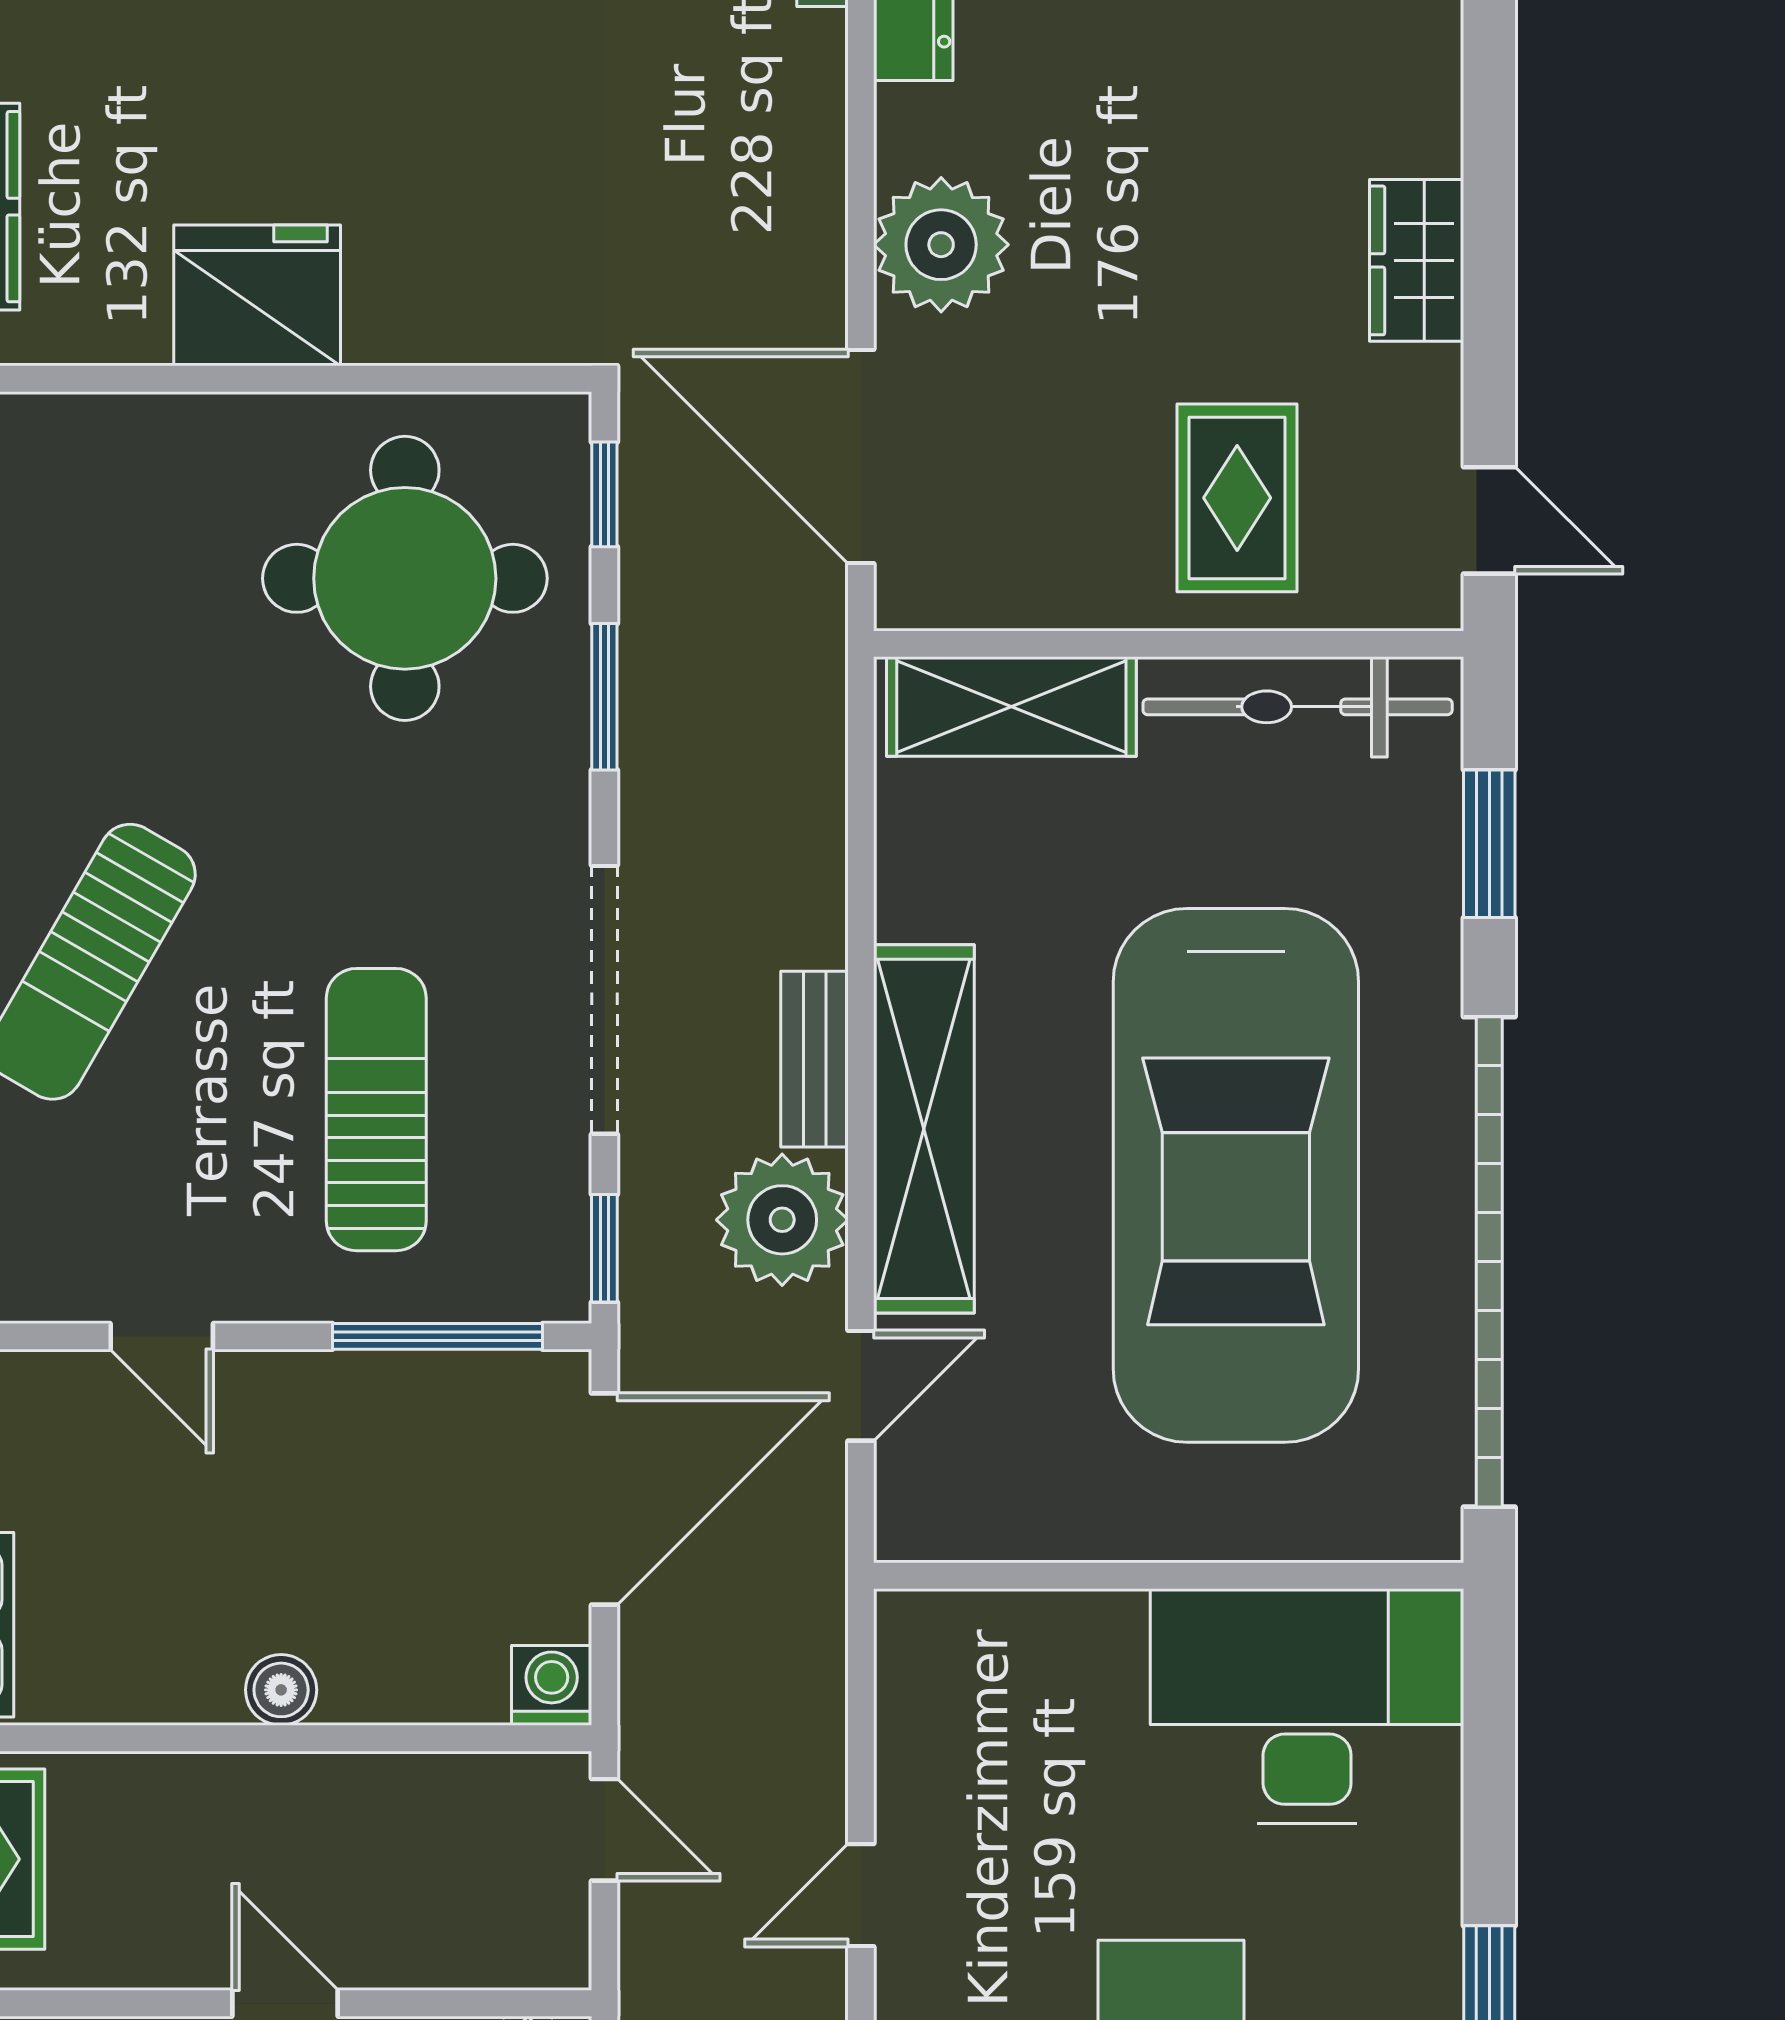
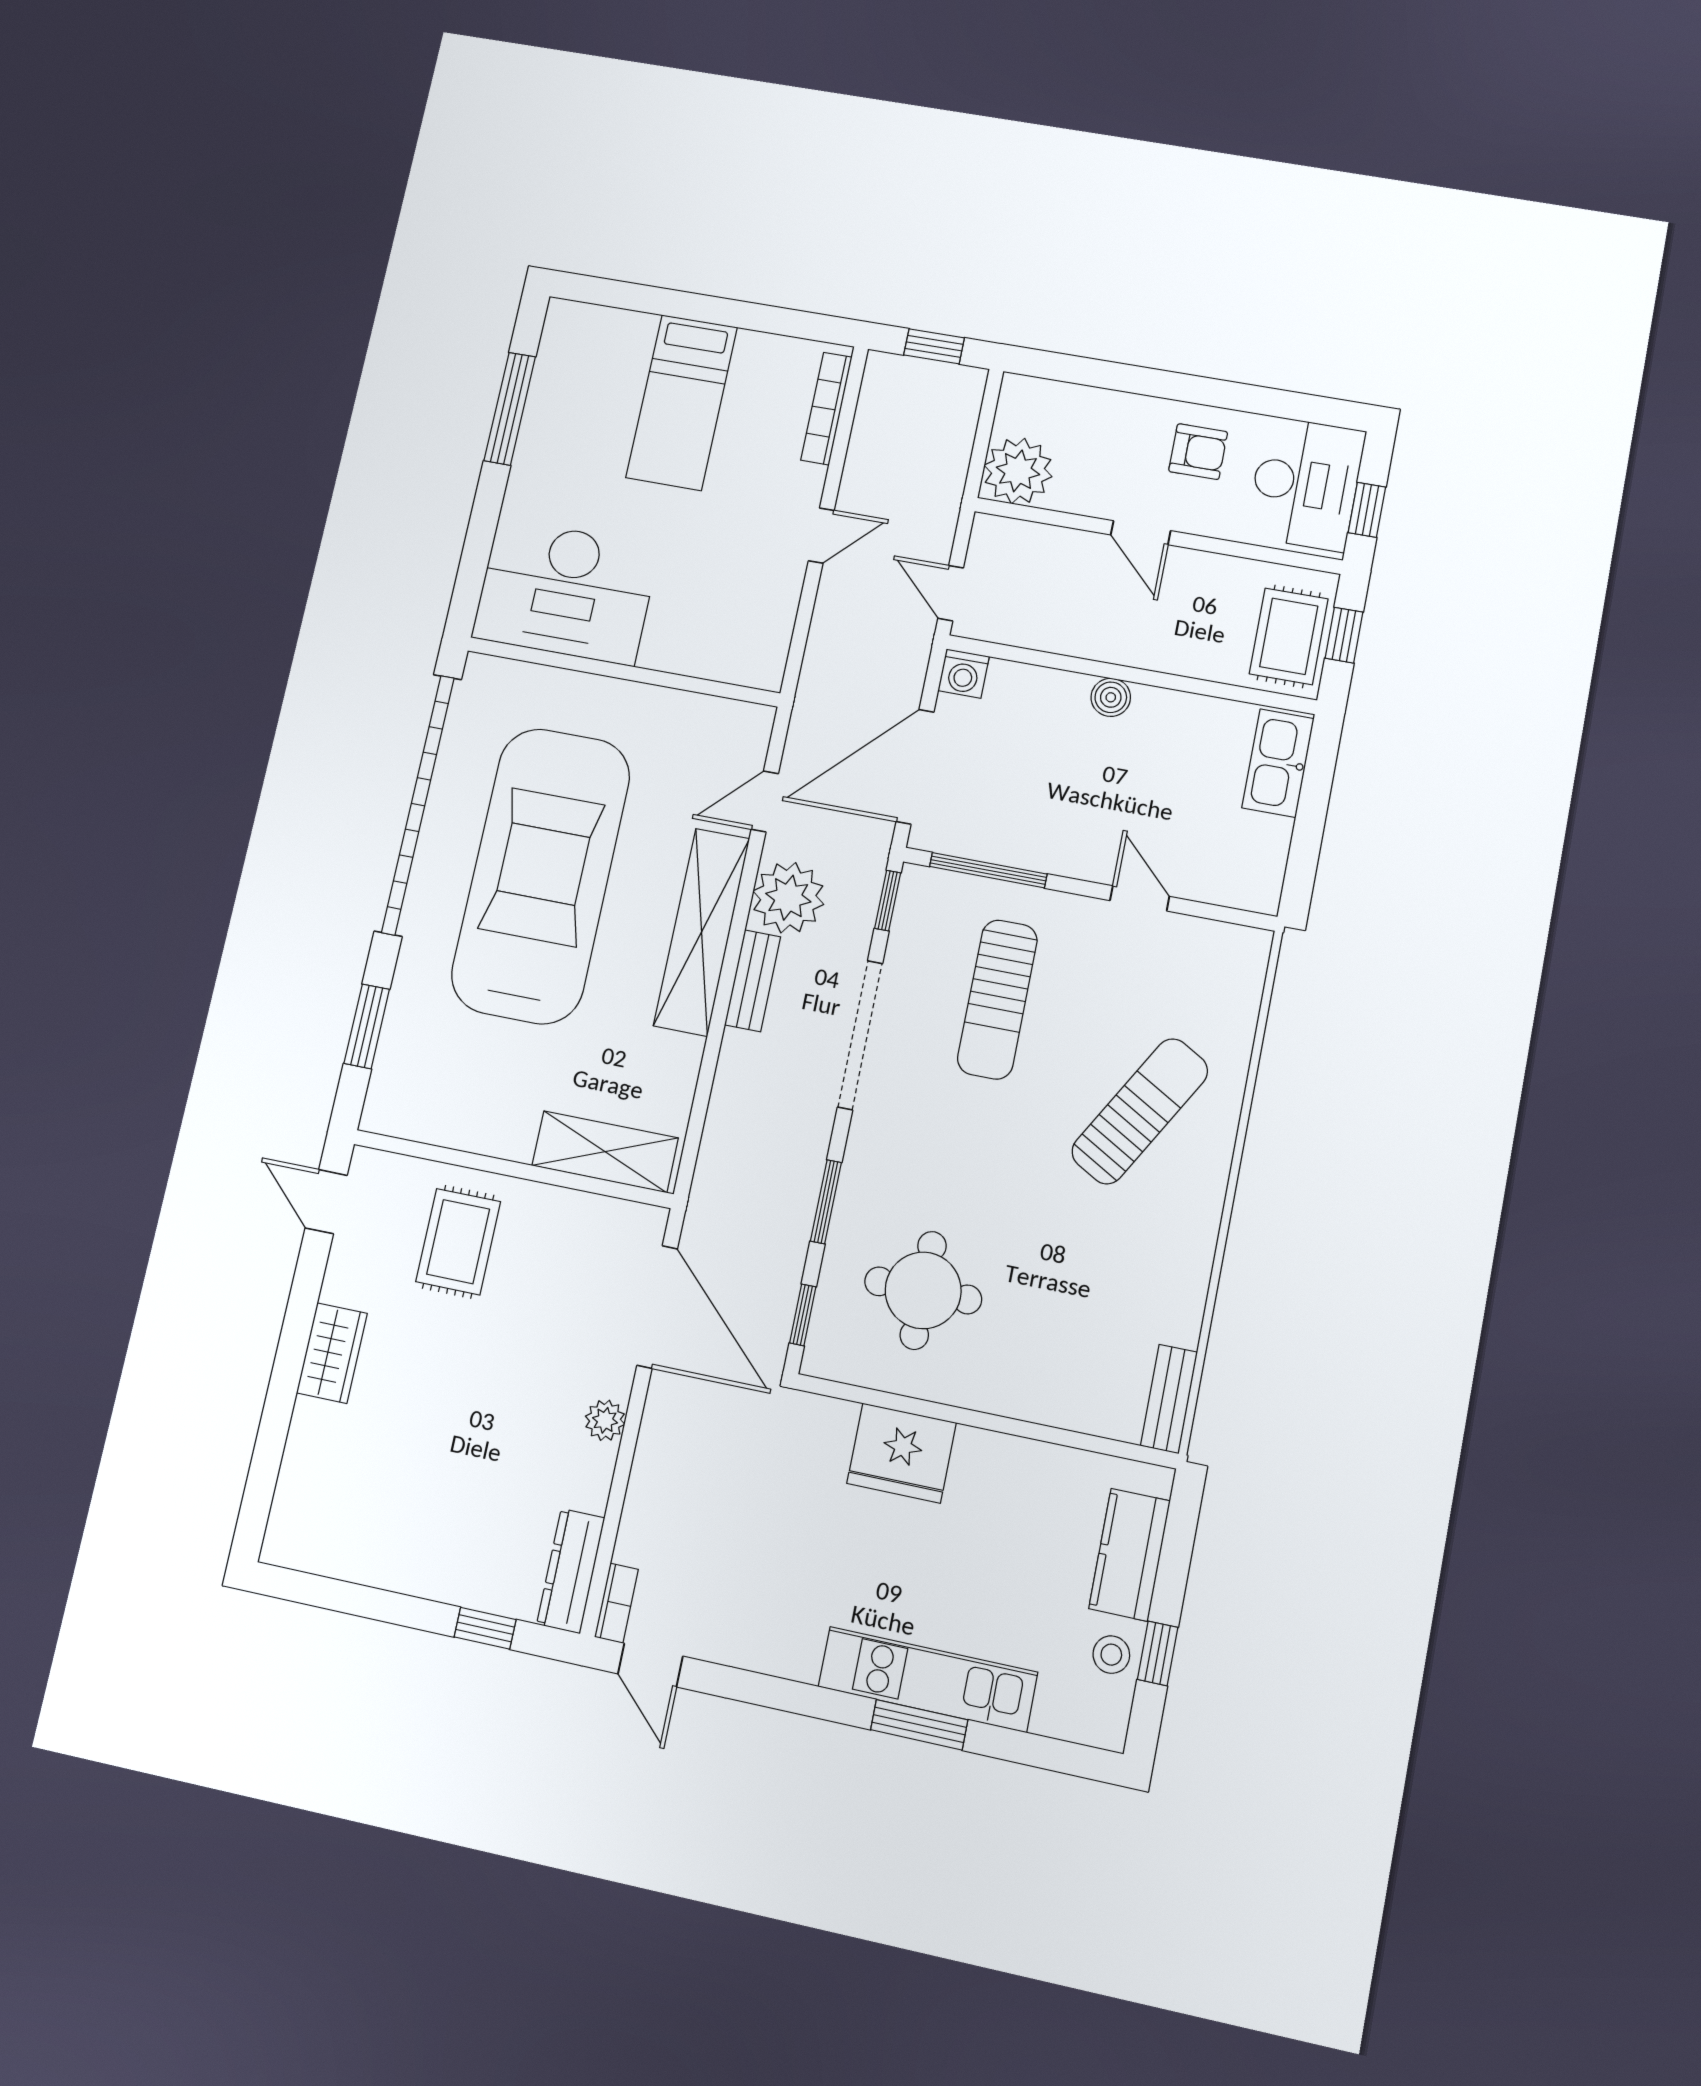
plant: (941, 245) -> (605, 1420), width x0.53, depth x0.53
fridge: (257, 295) -> (902, 1453), moved
round table: (405, 578) -> (923, 1290), width x0.73, depth x0.73
bicycle: (1298, 707) -> (451, 1121), removed

